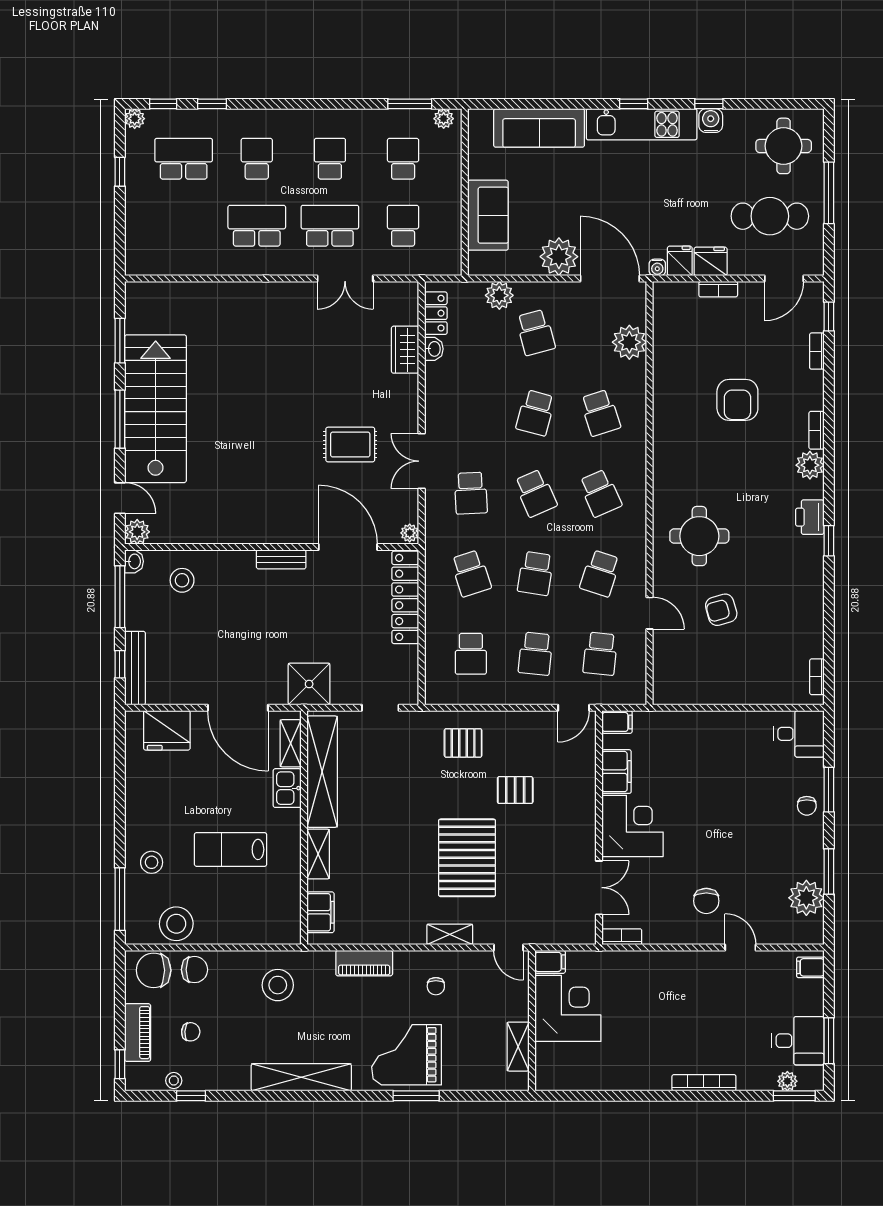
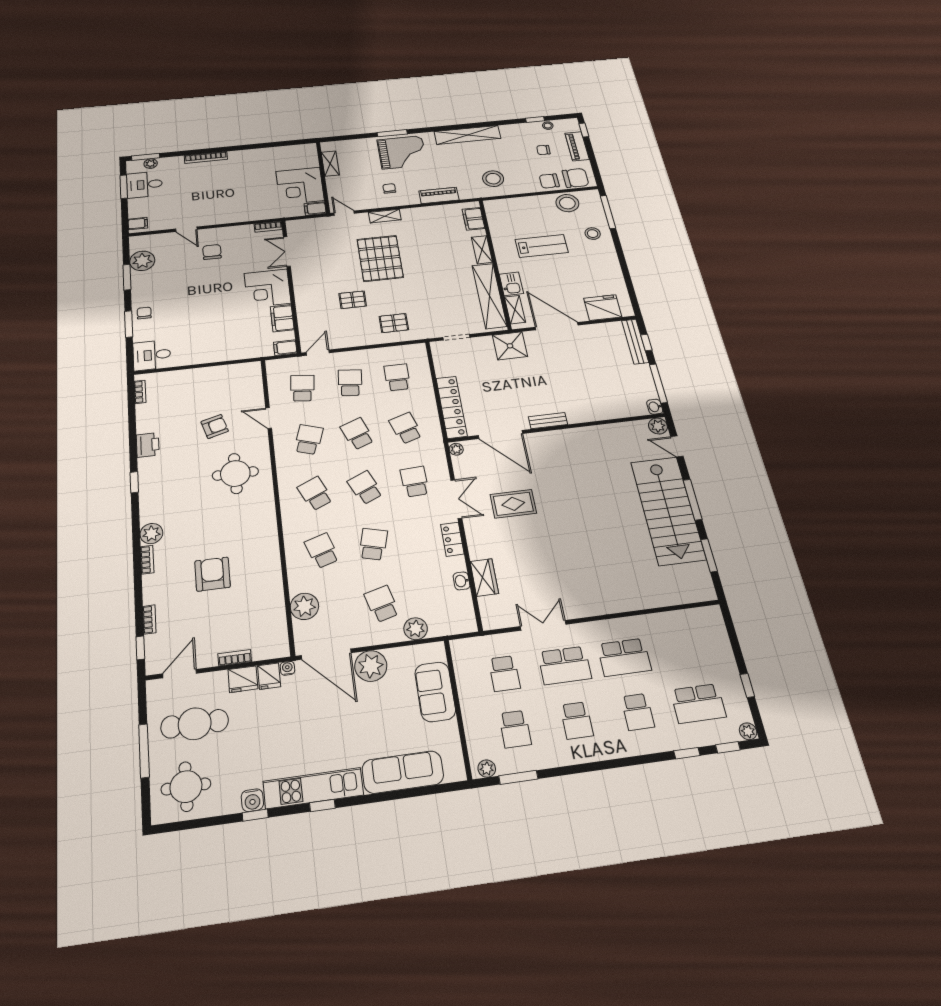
locker: (436, 313) -> (452, 539), moved
printer: (810, 517) -> (148, 445), moved
school desk: (536, 573) -> (357, 434), turned -30
stool: (182, 580) -> (617, 399), removed

